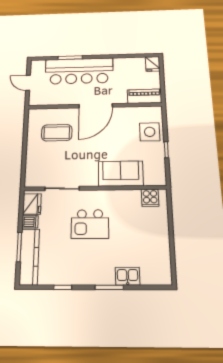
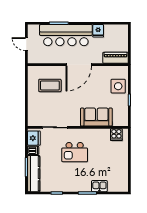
fridge: (153, 64) -> (98, 31), moved

